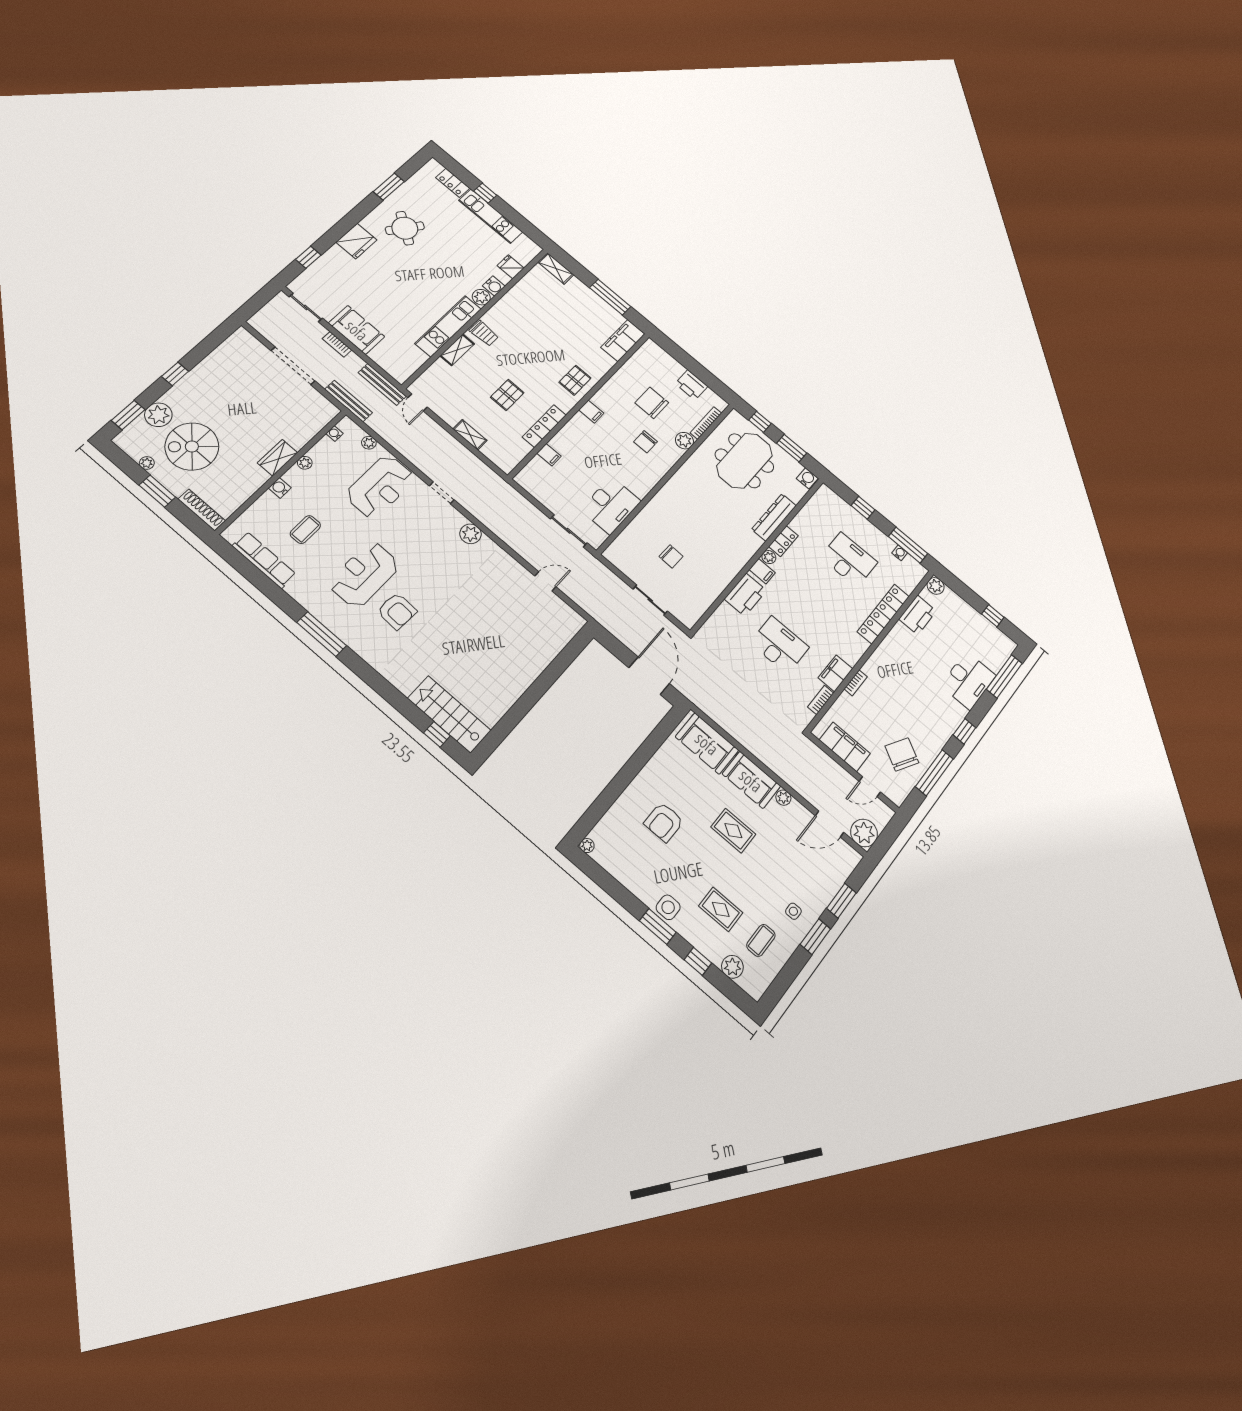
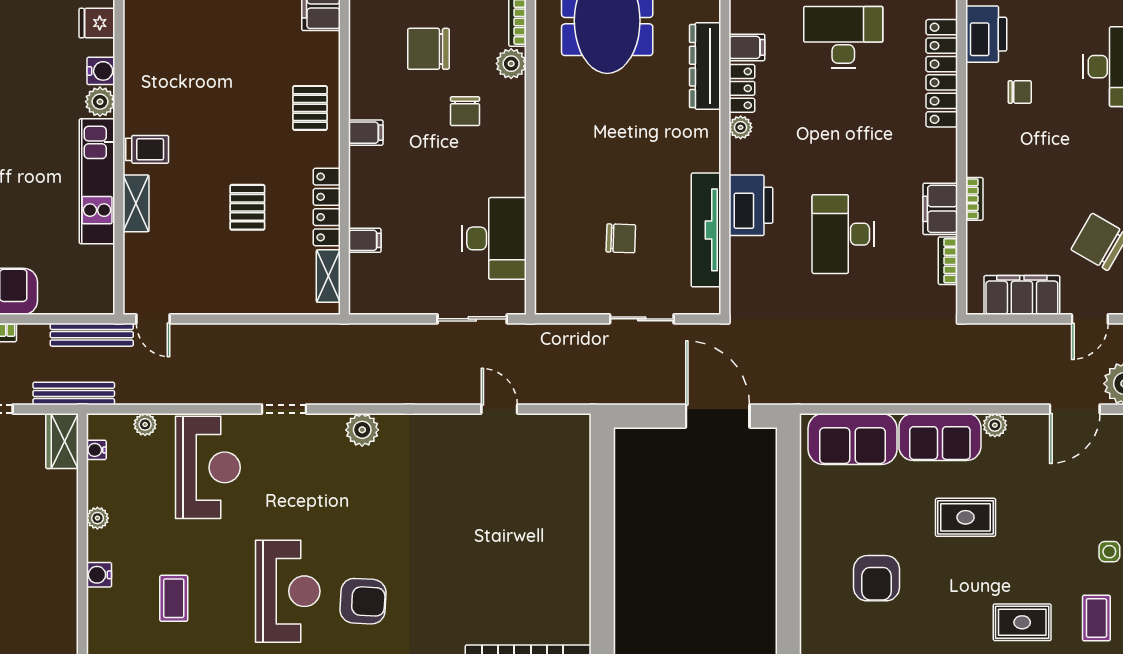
shelving: (470, 435) -> (328, 276), moved, turned 90
wardrobe: (278, 458) -> (62, 441), moved
filing cabinet: (762, 571) -> (747, 47), moved
reception desk: (364, 575) -> (288, 591), turned 180
door: (545, 581) -> (499, 409), hinge flipped
tv unit: (715, 587) -> (706, 230), added
desk: (779, 645) -> (843, 234), turned -90
chair: (914, 653) -> (1020, 92), added

